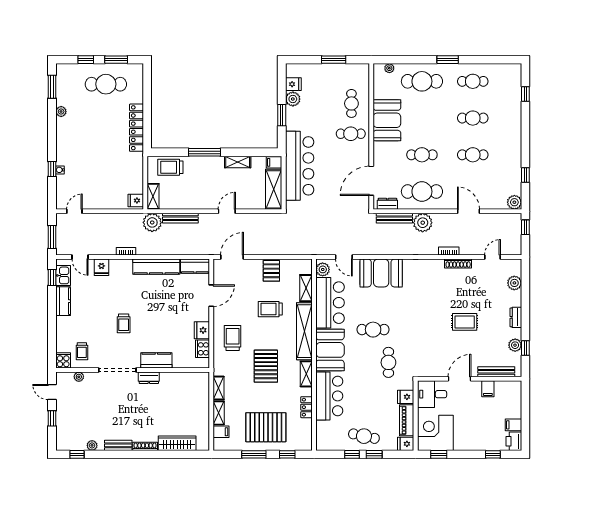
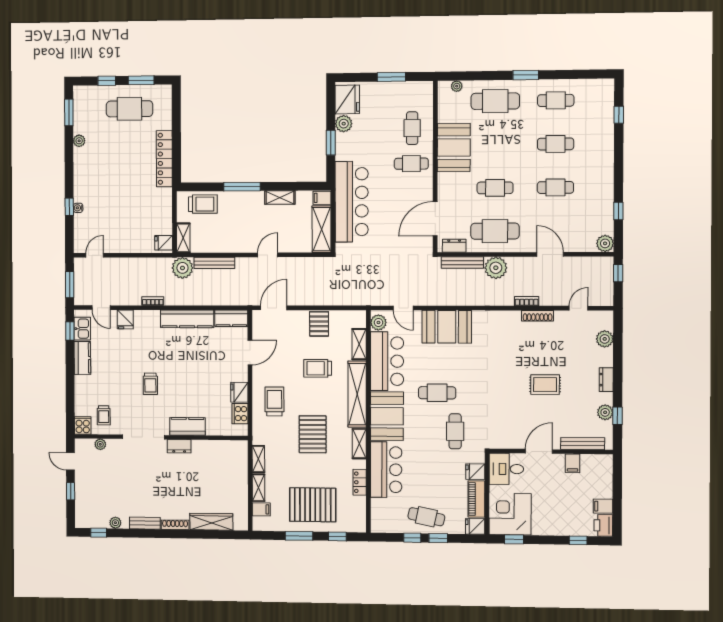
fridge: (293, 84) -> (347, 99), width x1.88, depth x1.34
trolley: (170, 167) -> (203, 204), turned 180

